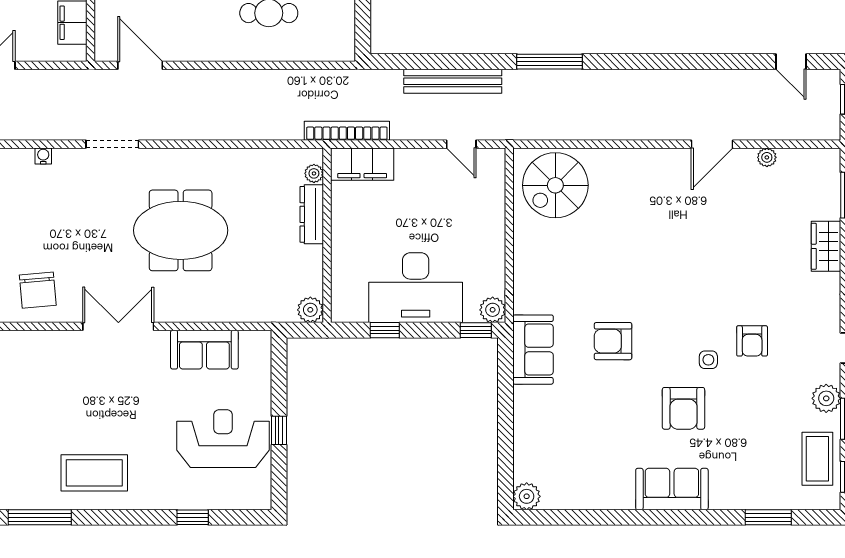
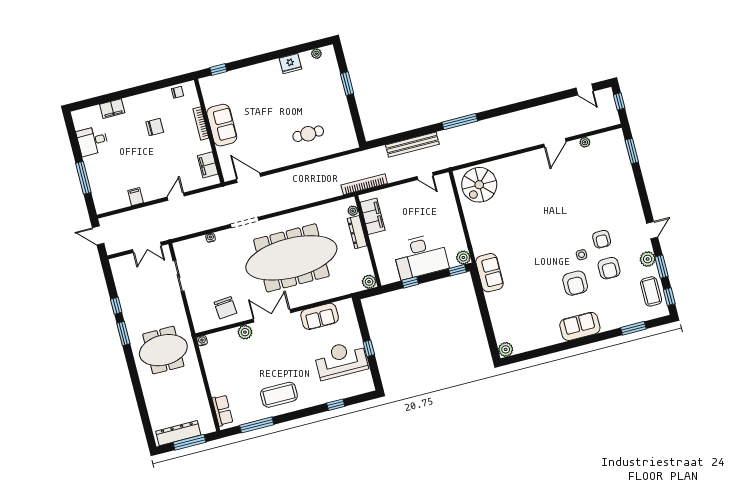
filing cabinet: (362, 164) -> (372, 216), moved, turned -90
meeting table: (181, 230) -> (291, 258), width x1.86, depth x1.27
wardrobe: (826, 246) -> (627, 180), removed
armchair: (613, 341) -> (609, 268), moved, turned -90
plant: (62, 344) -> (245, 332), added

